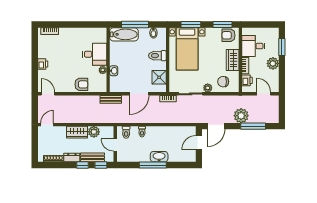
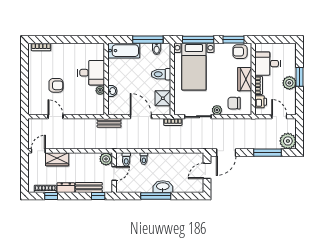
window: (135, 25) -> (148, 40), moved
window: (191, 25) -> (198, 40), width x1.44
window: (282, 47) -> (299, 77), moved
printer: (43, 64) -> (33, 84), removed
armchair: (81, 84) -> (56, 85), moved
door: (48, 94) -> (56, 117), moved
door: (139, 94) -> (141, 117), swing flipped
plant: (241, 116) -> (288, 141), moved
wardrobe: (77, 132) -> (57, 159), moved
plant: (94, 132) -> (106, 159), moved
door: (115, 145) -> (114, 174), swing flipped
window: (83, 165) -> (51, 196), moved

